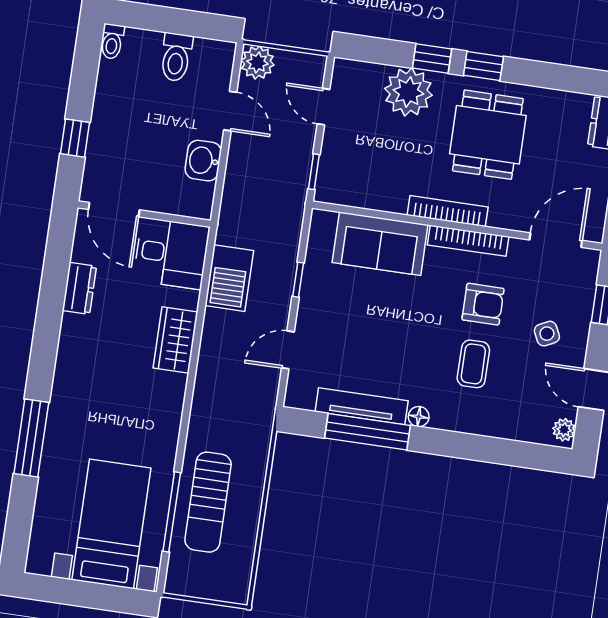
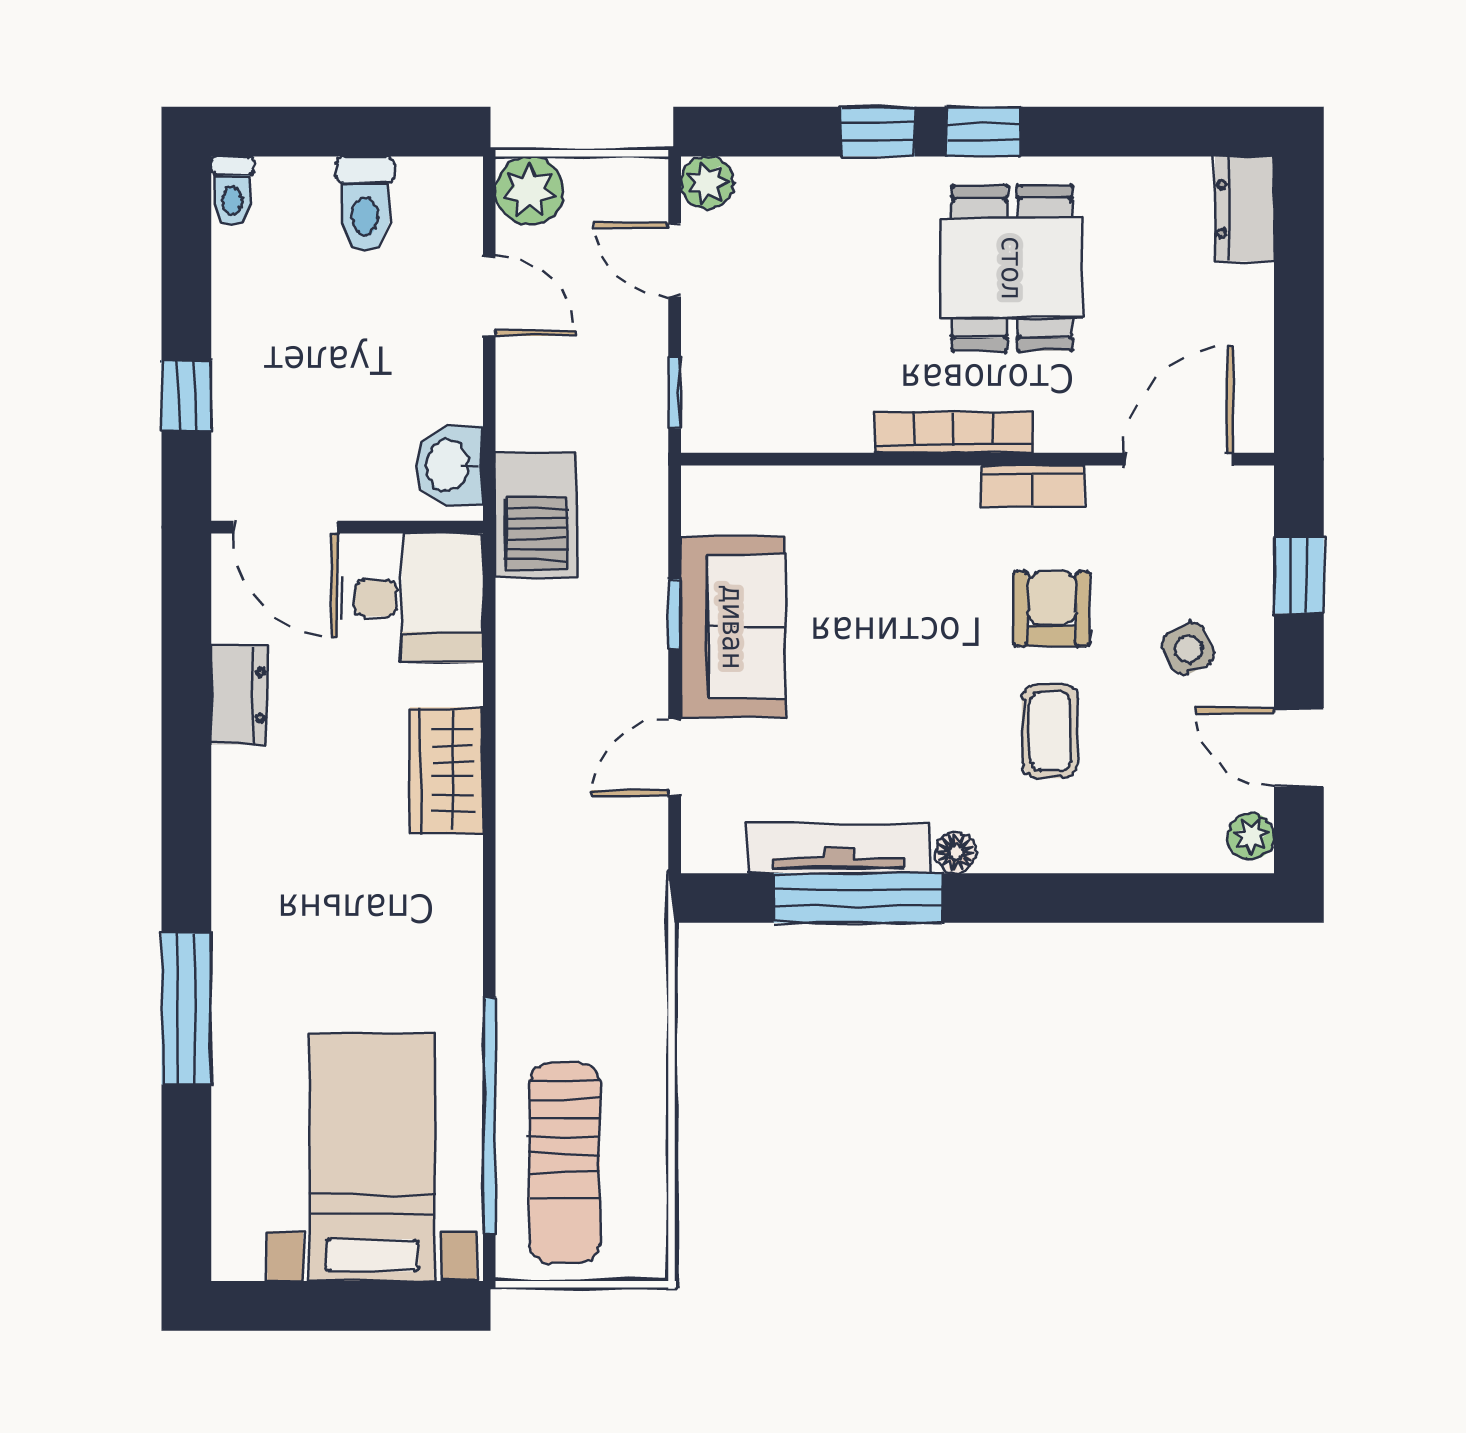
plant: (408, 92) -> (707, 183), moved, width x0.53, depth x0.53
washbasin: (203, 161) -> (450, 466), moved
bookcase: (468, 241) -> (1032, 486), width x0.64
sofa: (380, 244) -> (733, 627), moved, turned -90
barbecue: (229, 278) -> (536, 515), moved
armchair: (483, 304) -> (1052, 609), turned -90
sun lounger: (208, 502) -> (564, 1163), moved
window: (172, 512) -> (489, 1116), width x1.46

